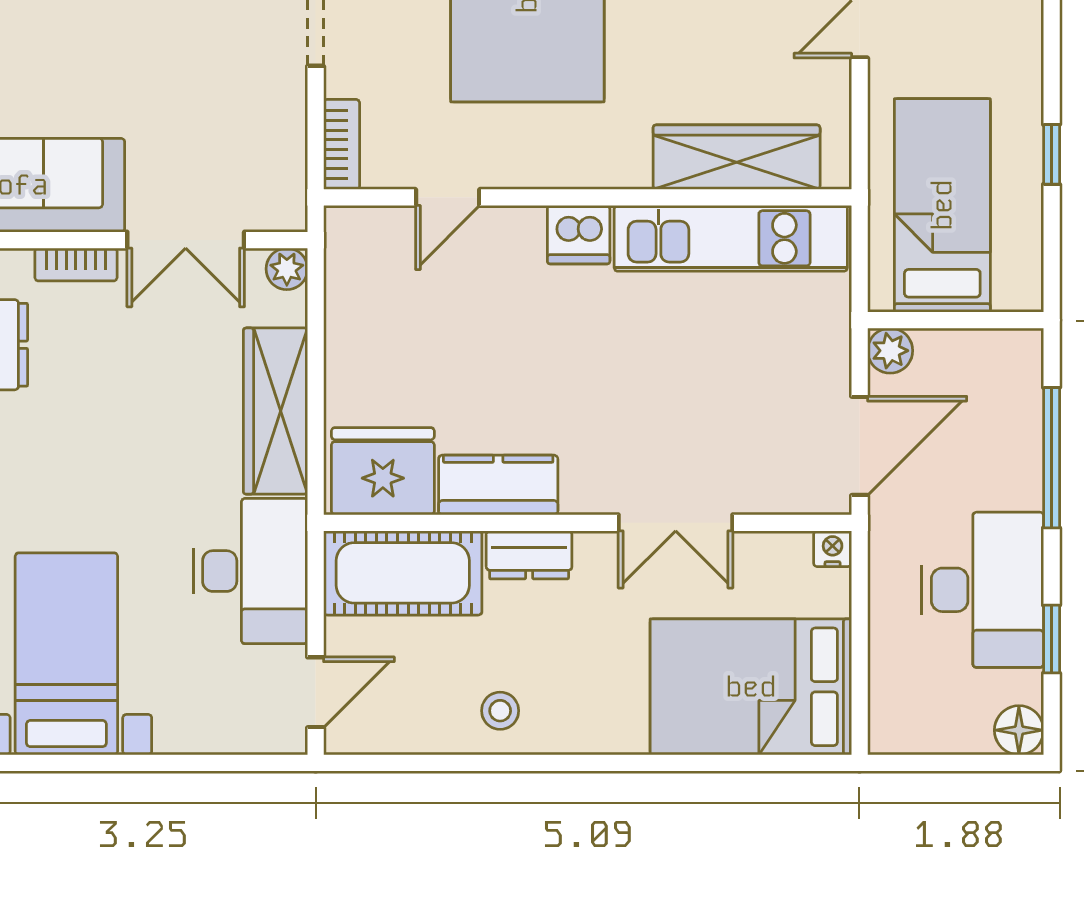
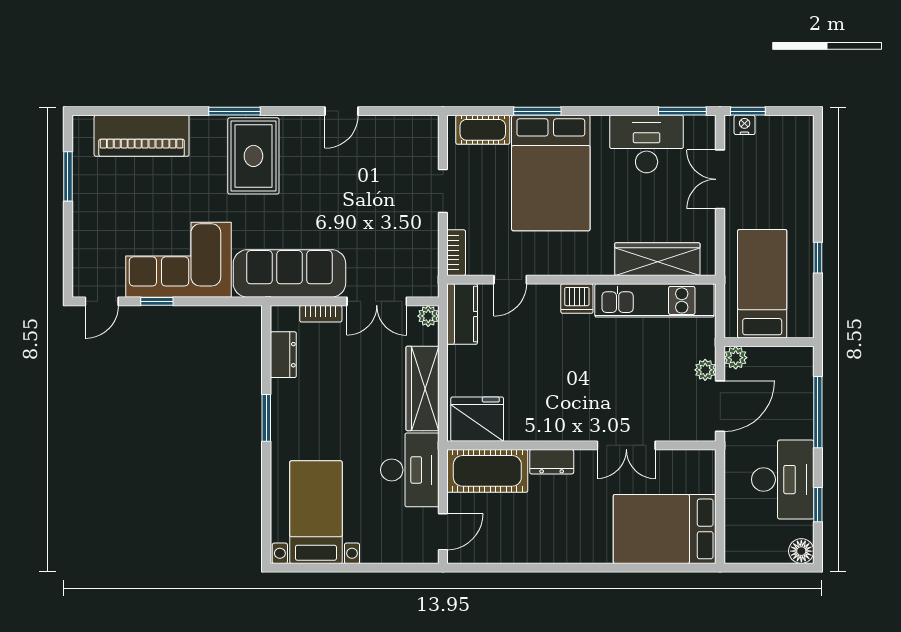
plant: (831, 375) -> (705, 370), added
kitchen counter: (498, 485) -> (462, 314), moved, turned 90
nightstand: (833, 549) -> (706, 459), removed
stool: (500, 711) -> (537, 541), removed

